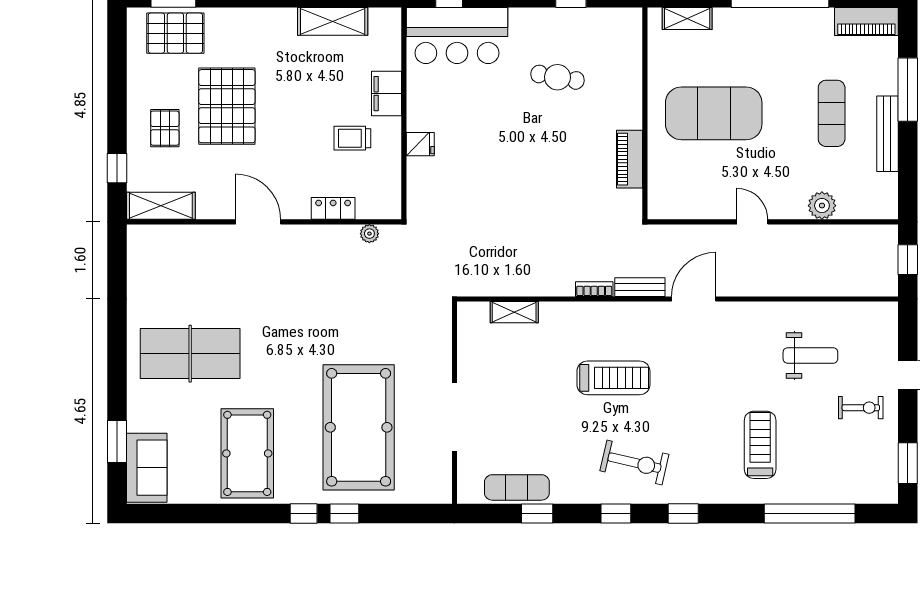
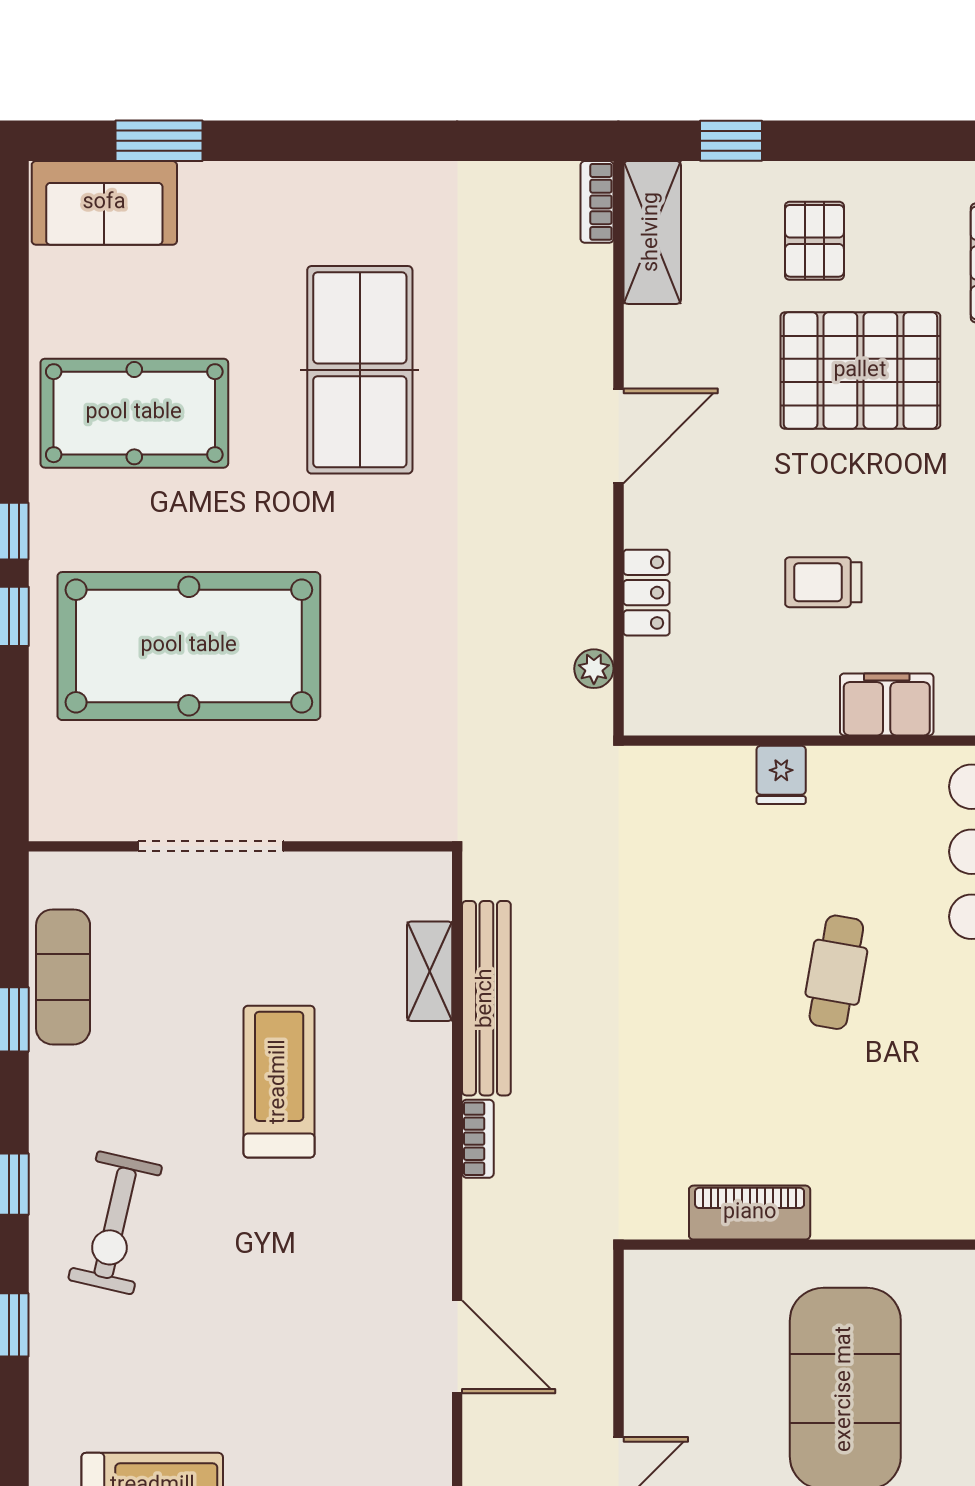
cafe table: (558, 77) -> (836, 972), moved
pallet: (165, 128) -> (814, 241), turned 90
trolley: (352, 138) -> (823, 582), moved, turned -90
bookcase: (146, 232) -> (597, 202), added
bench: (640, 287) -> (486, 998), moved, width x1.86, depth x1.21
table tennis table: (190, 354) -> (360, 370), moved
treadmill: (613, 378) -> (279, 1082), moved, turned 180

